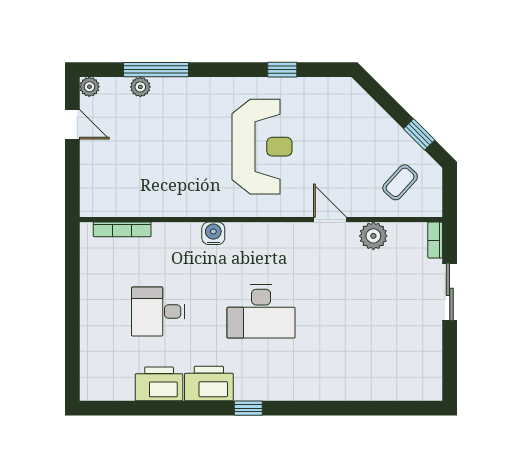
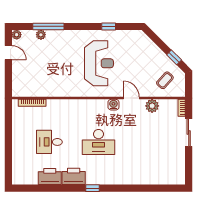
water cooler: (213, 233) -> (113, 105), moved

